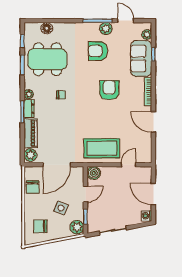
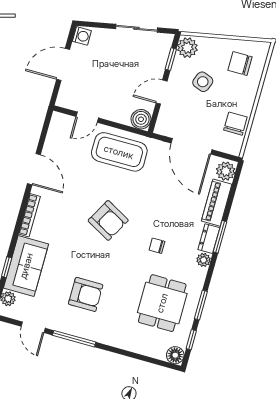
floor lamp: (47, 28) -> (175, 355), moved
plant: (106, 29) -> (65, 324), removed
dining table: (47, 59) -> (162, 303), width x0.73
armchair: (109, 90) -> (108, 220), moved, turned -61
door: (57, 165) -> (191, 146), swing flipped
door: (153, 194) -> (63, 64), swing flipped
chair: (40, 226) -> (240, 64), turned 180

